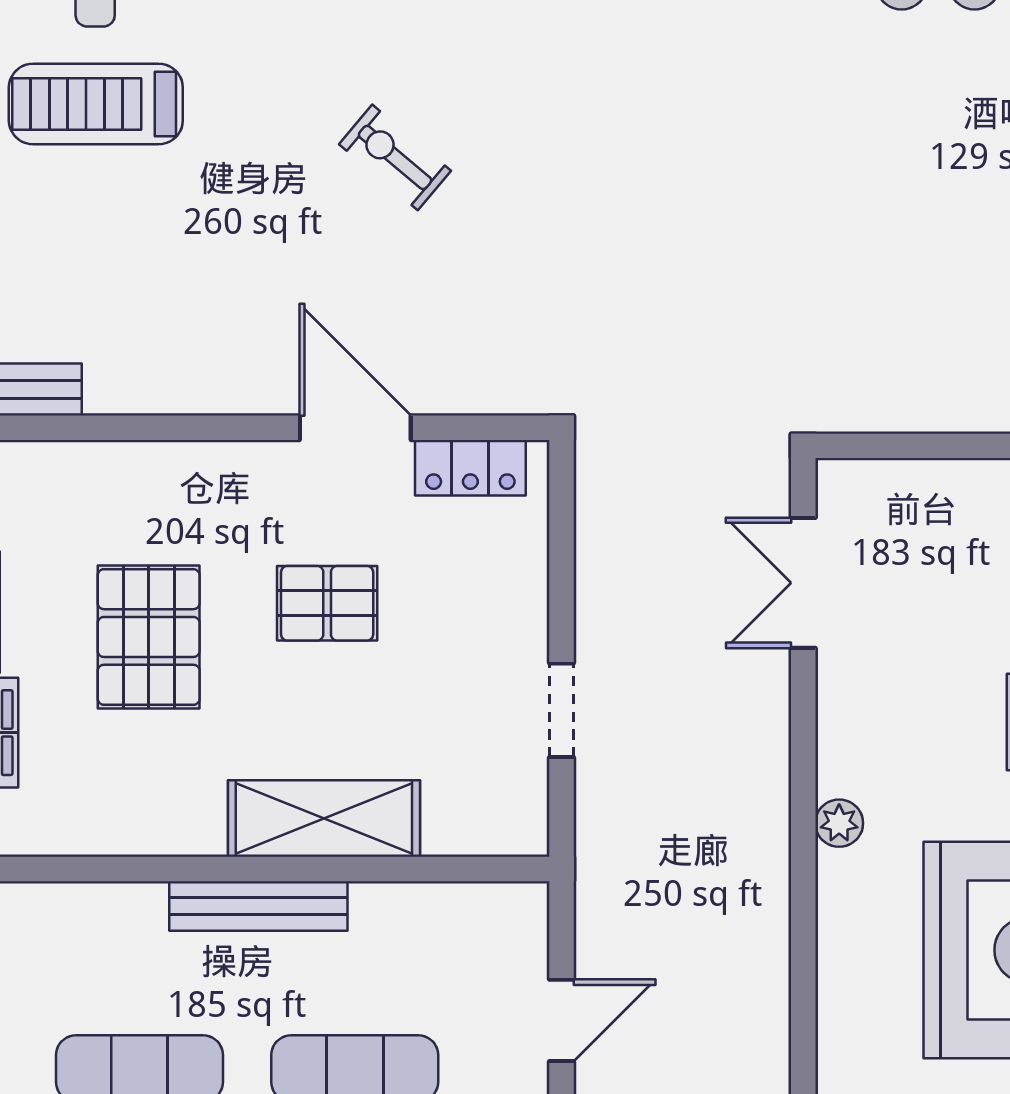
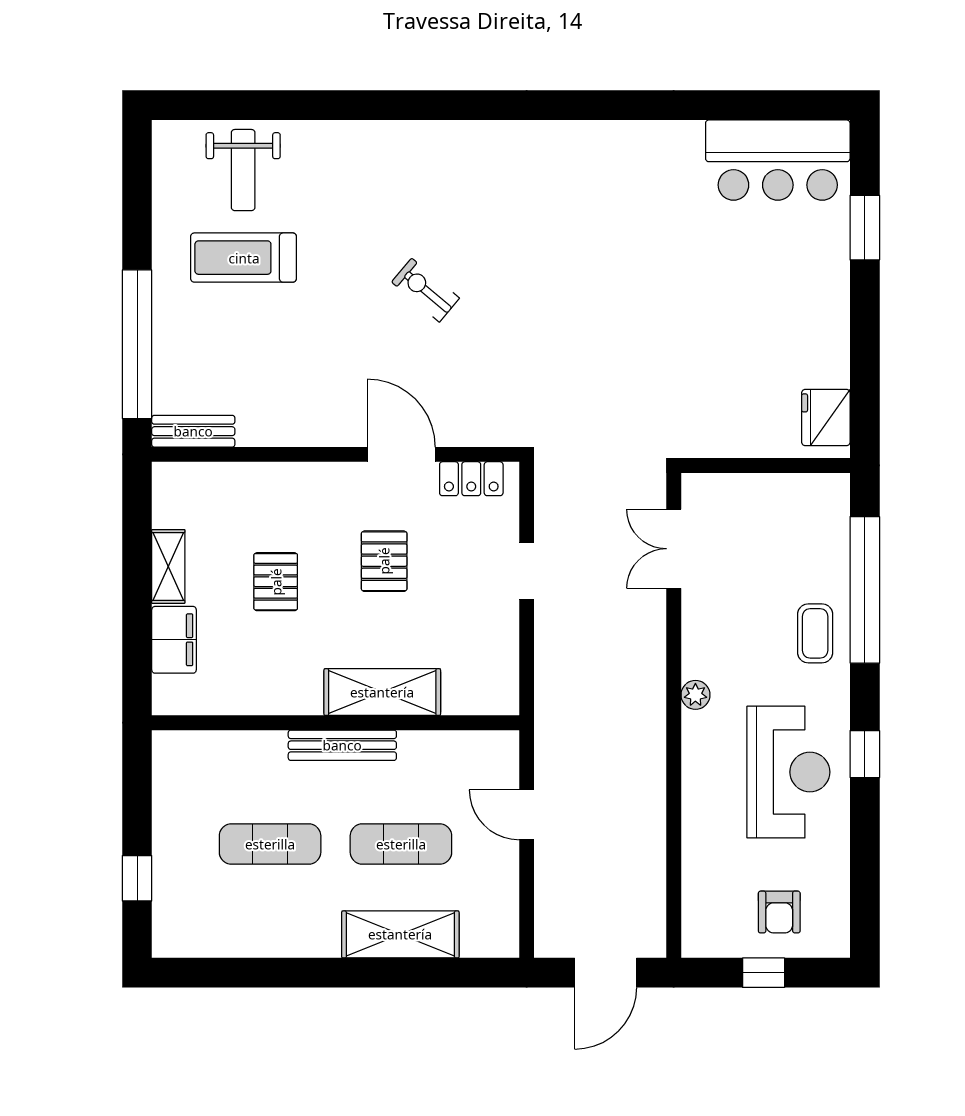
pallet: (327, 603) -> (384, 561), turned 90
pallet: (149, 637) -> (276, 582), width x0.67, depth x0.71
doorway: (561, 710) -> (527, 571), moved
door: (561, 1020) -> (527, 815), swing flipped

